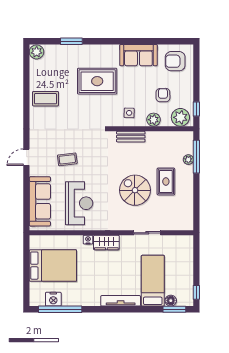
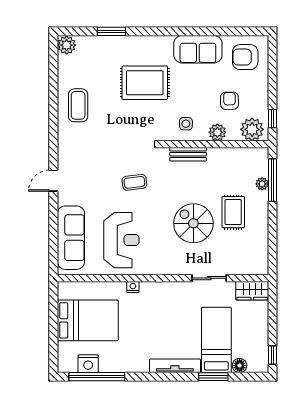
coffee table: (45, 99) -> (78, 105), turned 90
coffee table: (67, 159) -> (134, 182), moved
wardrobe: (106, 243) -> (252, 291), moved
window: (174, 309) -> (213, 377), moved

